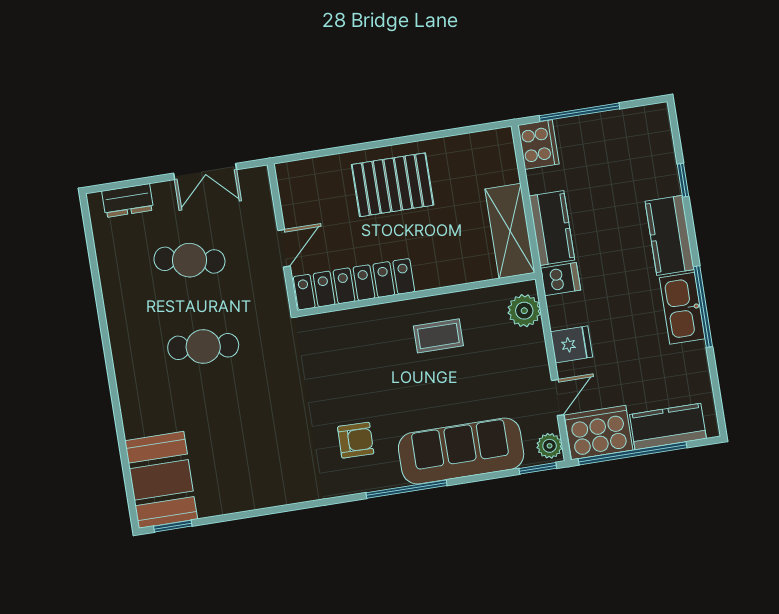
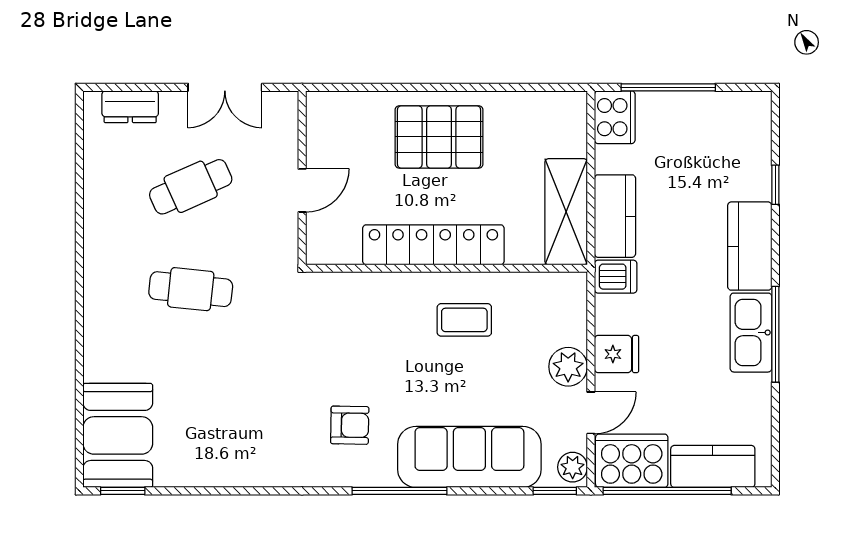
cafe table: (189, 260) -> (191, 187), turned -36
locker: (354, 284) -> (433, 245), moved
plant: (524, 311) -> (568, 367), moved

